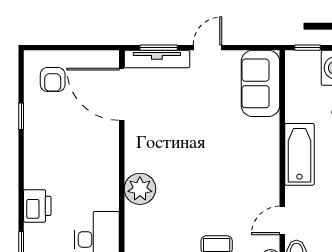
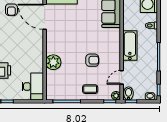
armchair: (221, 185) -> (92, 60), added

